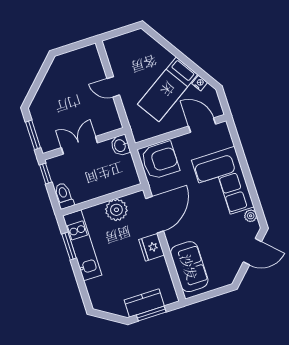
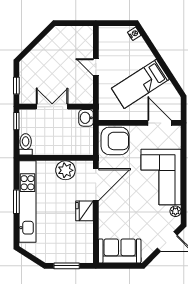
nightstand: (200, 83) -> (134, 34), moved
window: (33, 135) -> (16, 86), width x0.67
kitchen unit: (82, 245) -> (27, 202), width x1.36
window: (69, 246) -> (16, 202), moved
sofa: (189, 267) -> (120, 251), moved, turned -90
kitchen counter: (144, 303) -> (64, 255), removed

